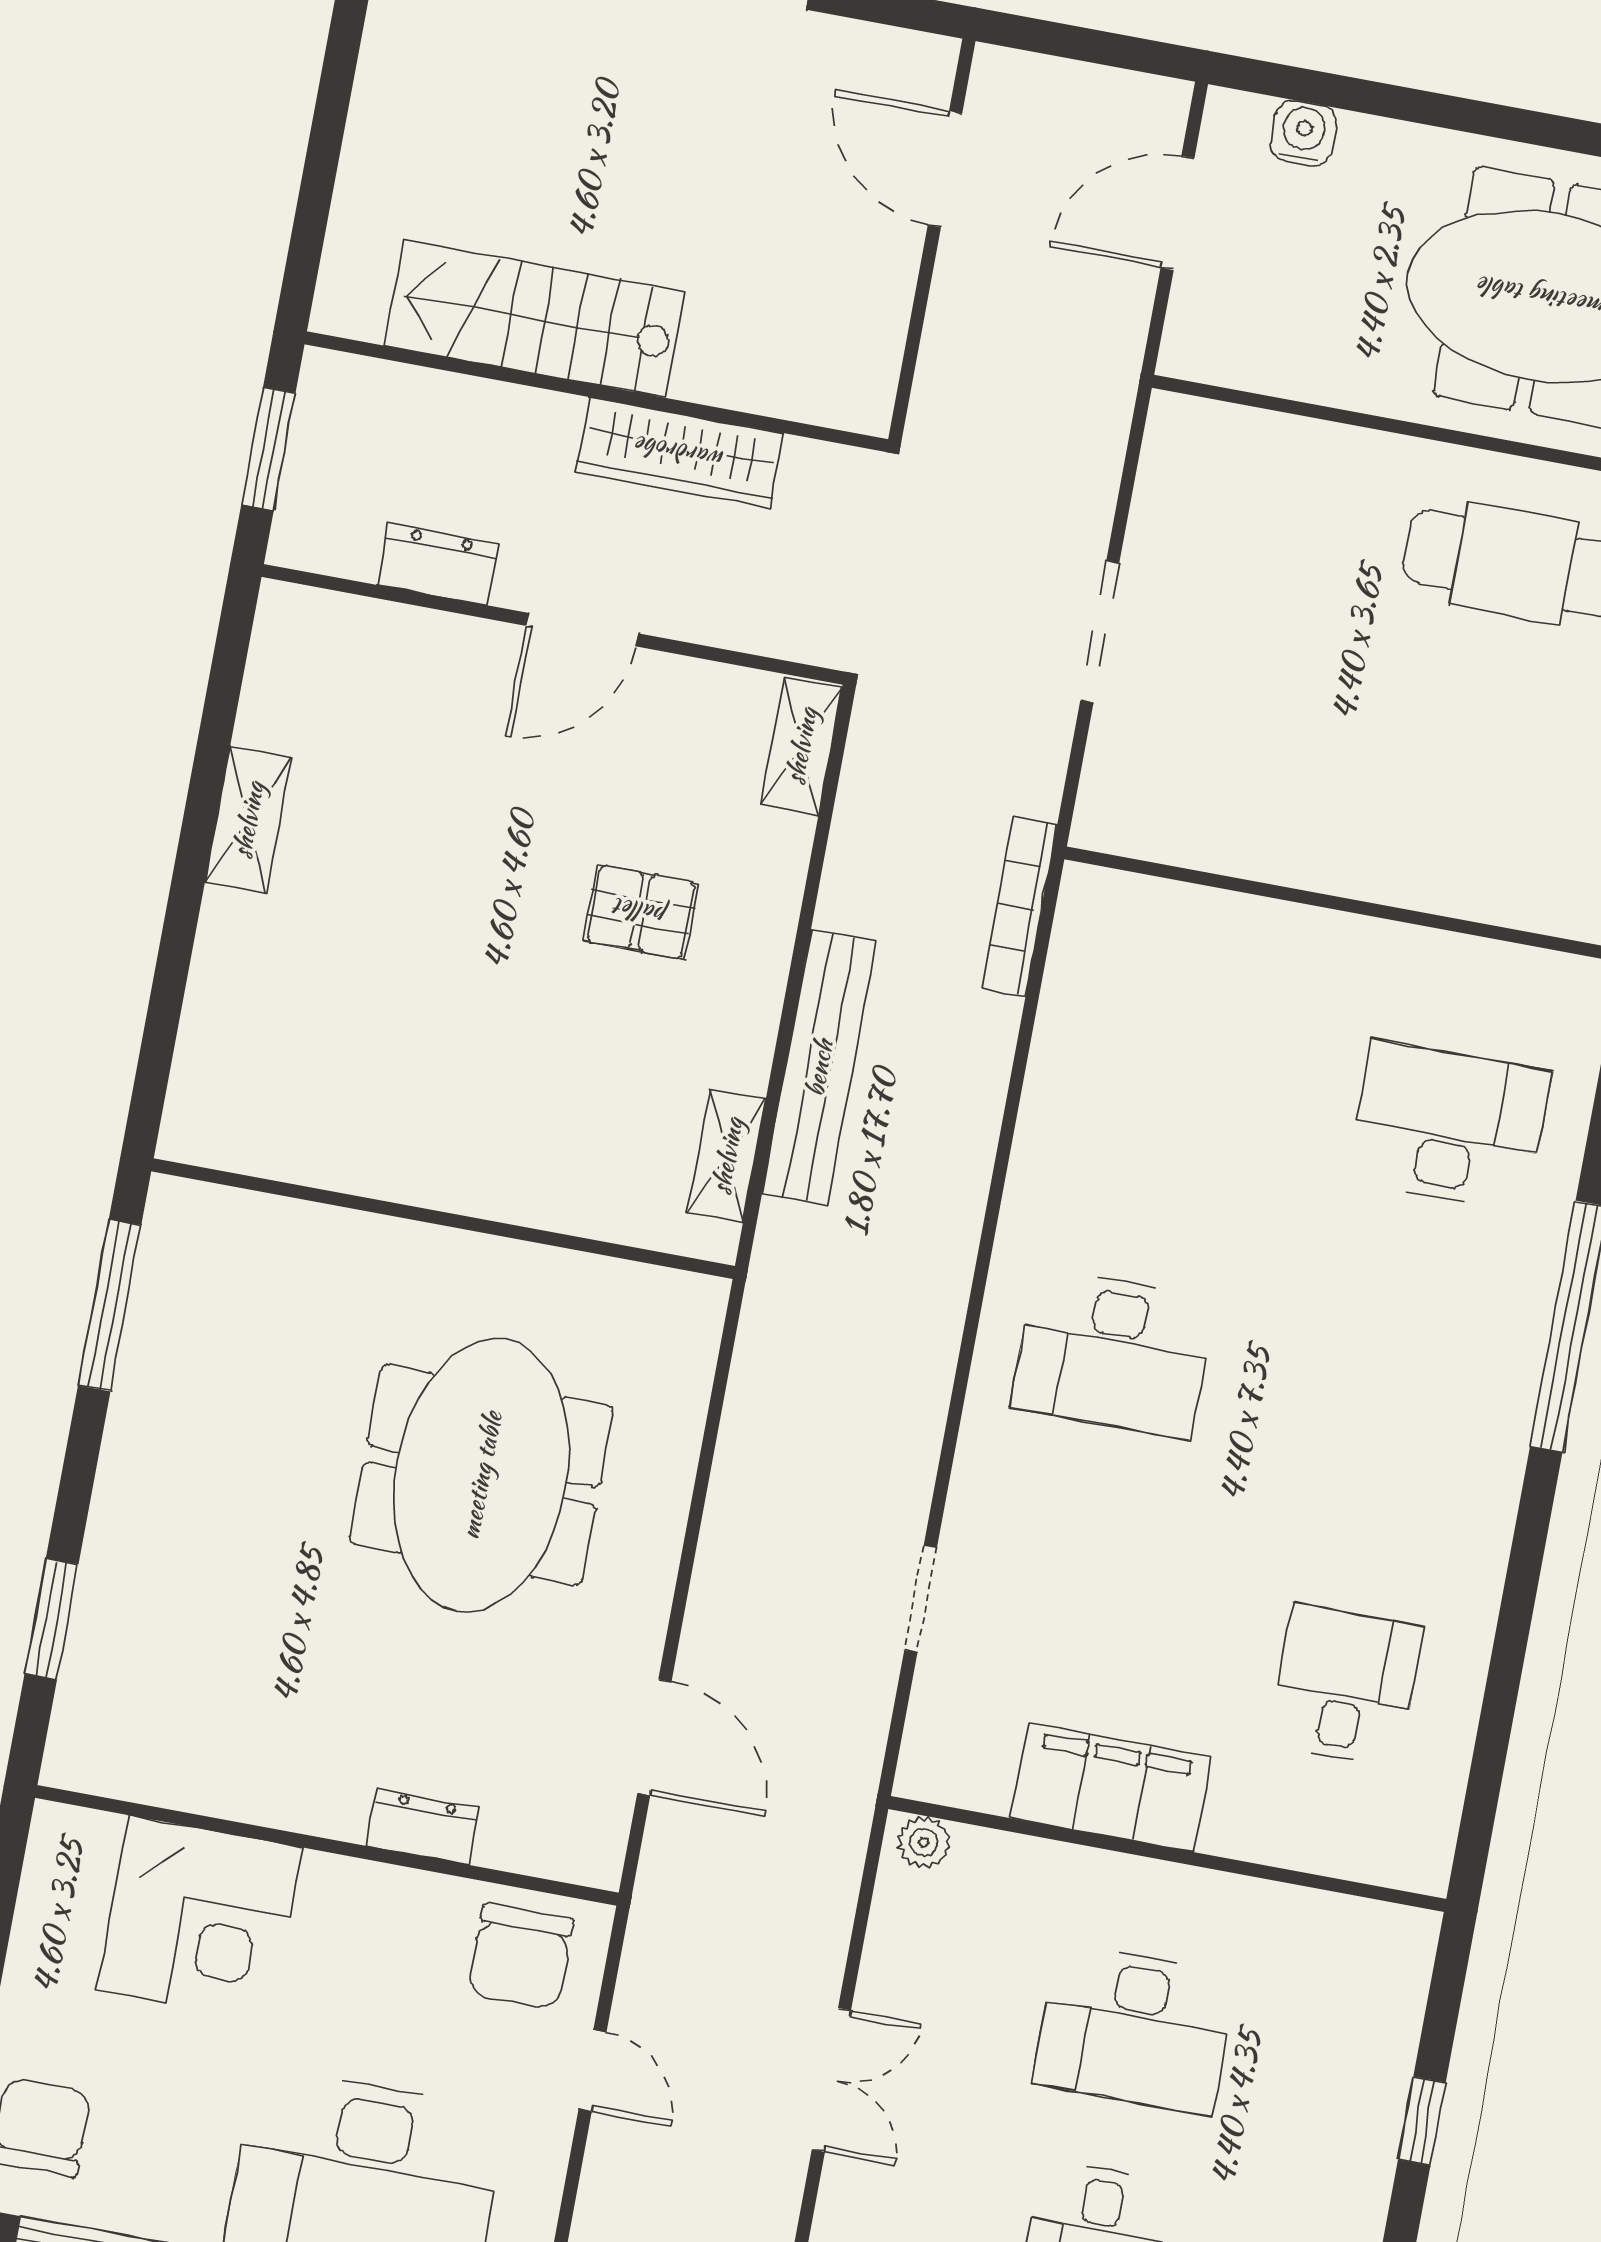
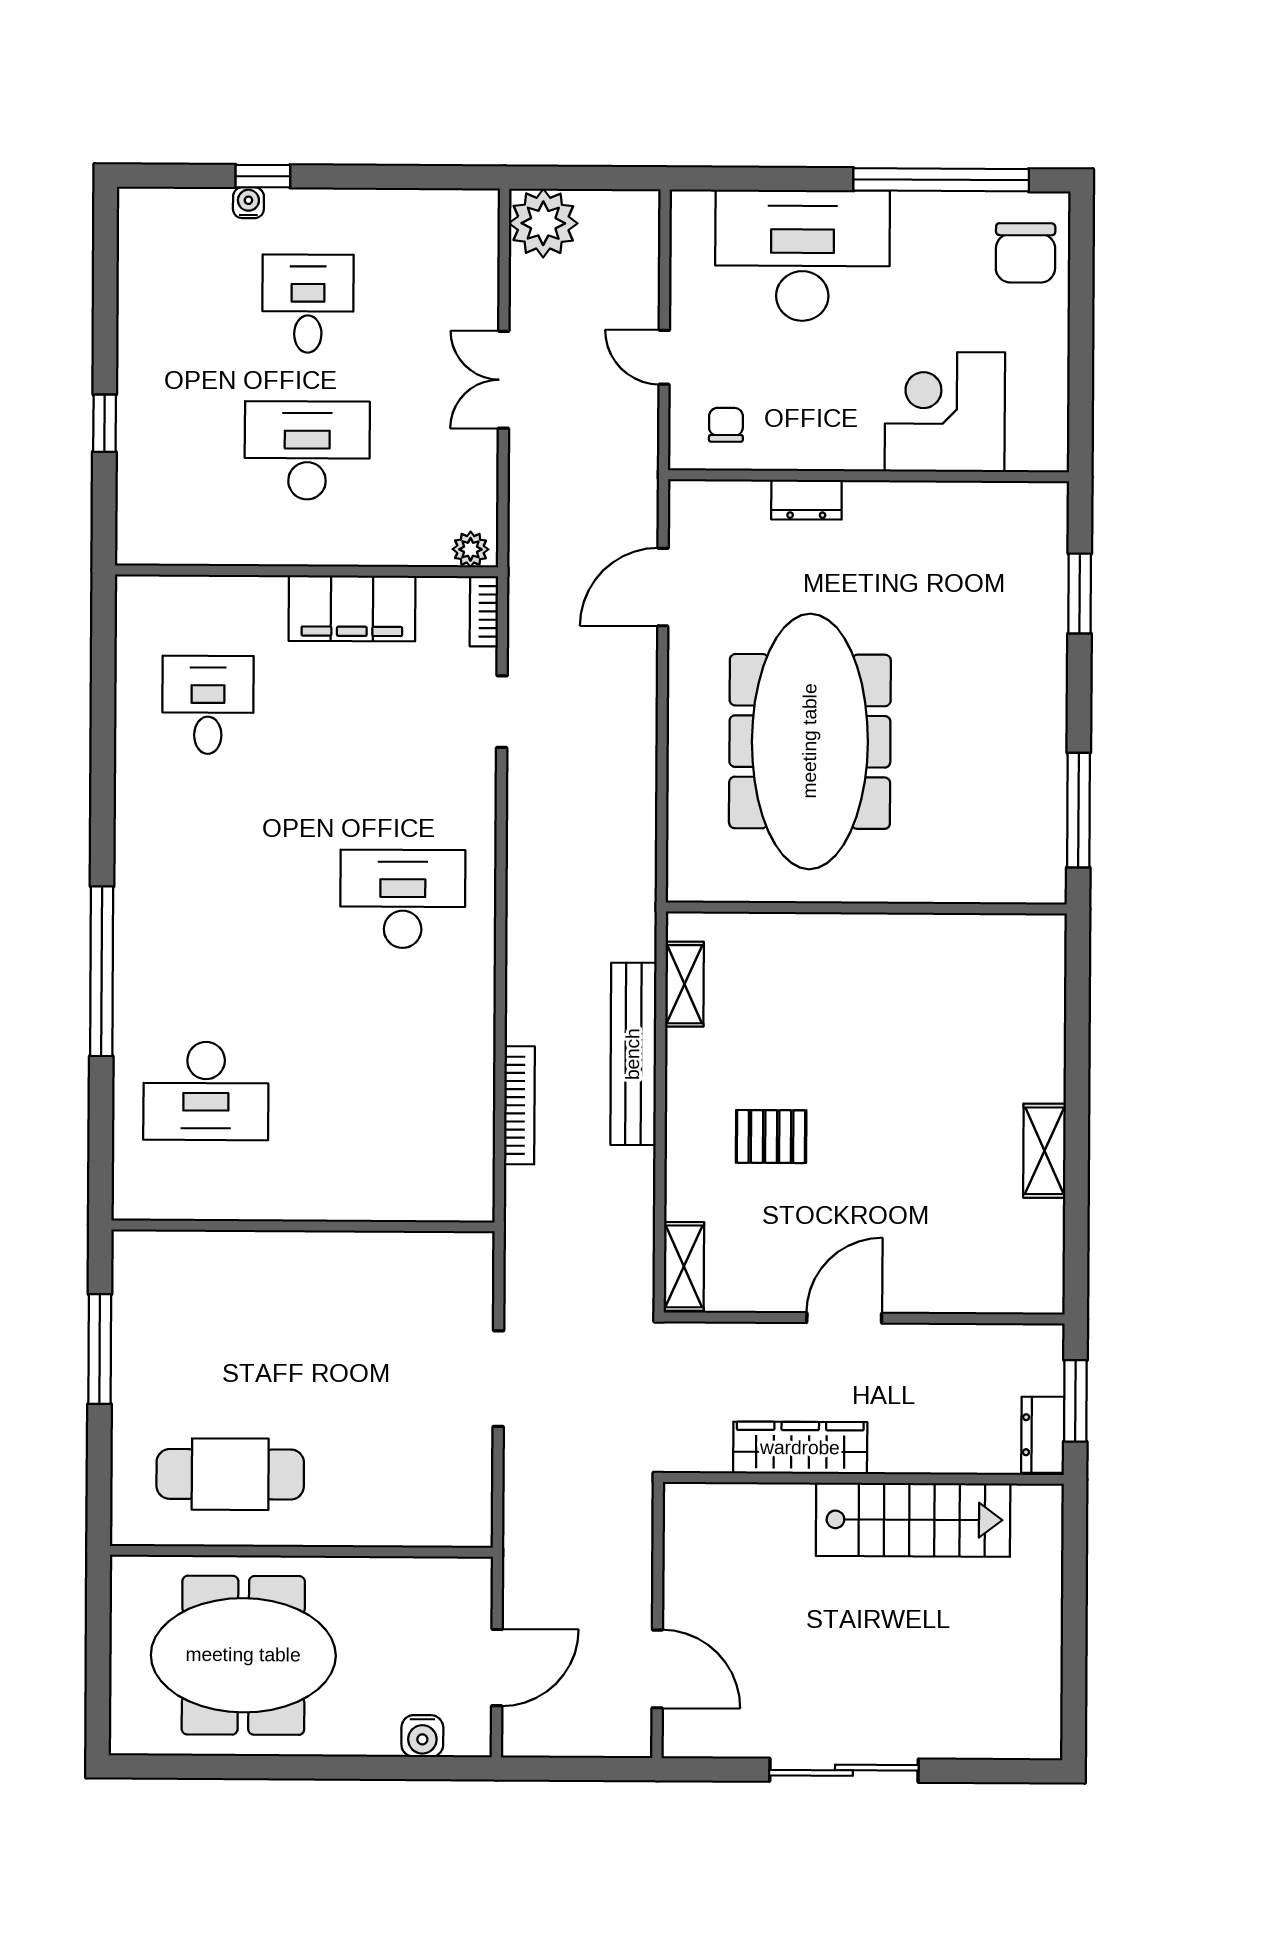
dresser: (437, 564) -> (1043, 1435), moved, turned 90
bookcase: (1020, 906) -> (519, 1105), moved
meeting table: (481, 1475) -> (810, 741), width x1.36
desk: (1345, 1685) -> (208, 705), turned 180
door: (654, 1737) -> (663, 587), hinge flipped
bookcase: (920, 1749) -> (484, 611), added
chair: (521, 1956) -> (726, 425), width x0.54, depth x0.54

